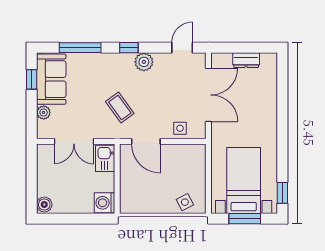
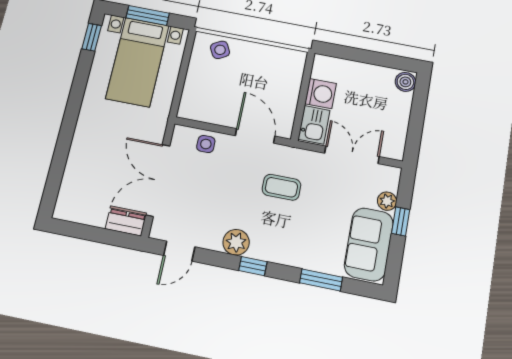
window: (80, 48) -> (321, 280), width x0.69
dresser: (246, 60) -> (126, 223), moved
window: (32, 79) -> (401, 221), moved
coffee table: (120, 107) -> (281, 187), turned -54
washing machine: (105, 203) -> (321, 94), moved

